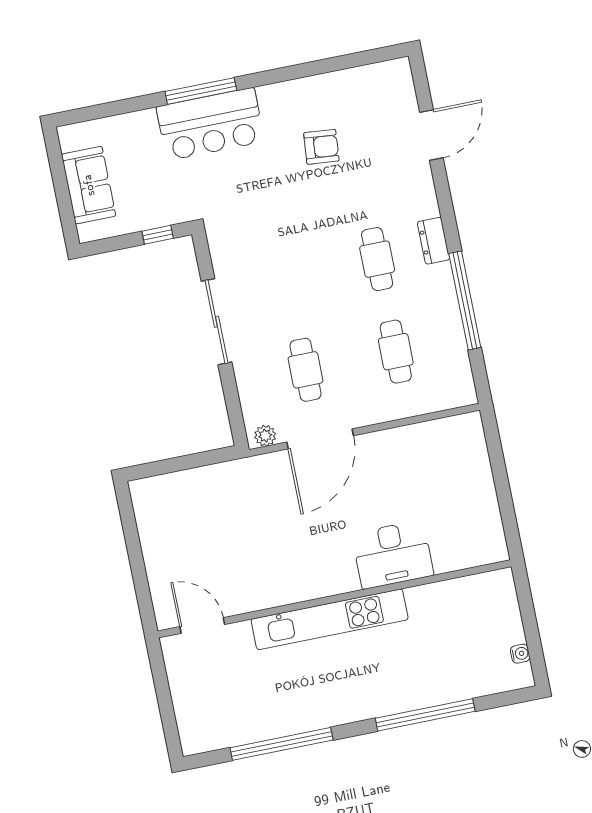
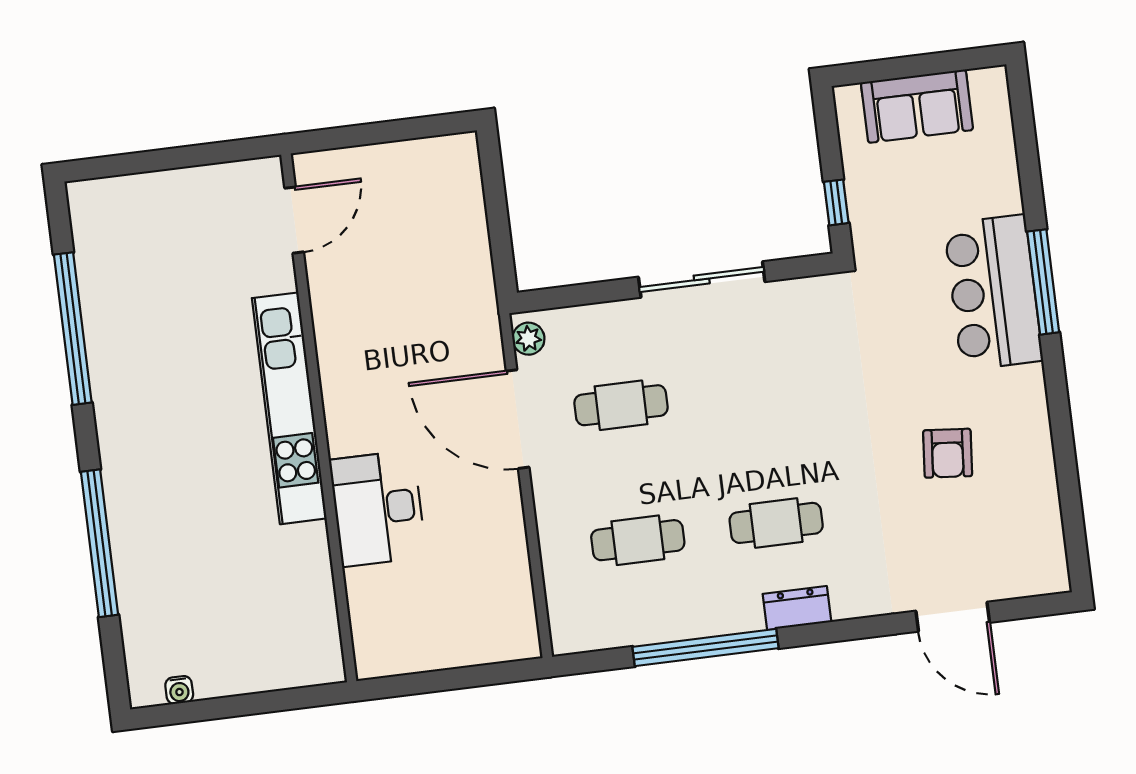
desk: (393, 554) -> (378, 508), moved
wall: (335, 599) -> (319, 418), moved
kitchen unit: (330, 619) -> (289, 408), moved
door: (202, 626) -> (294, 220), moved

